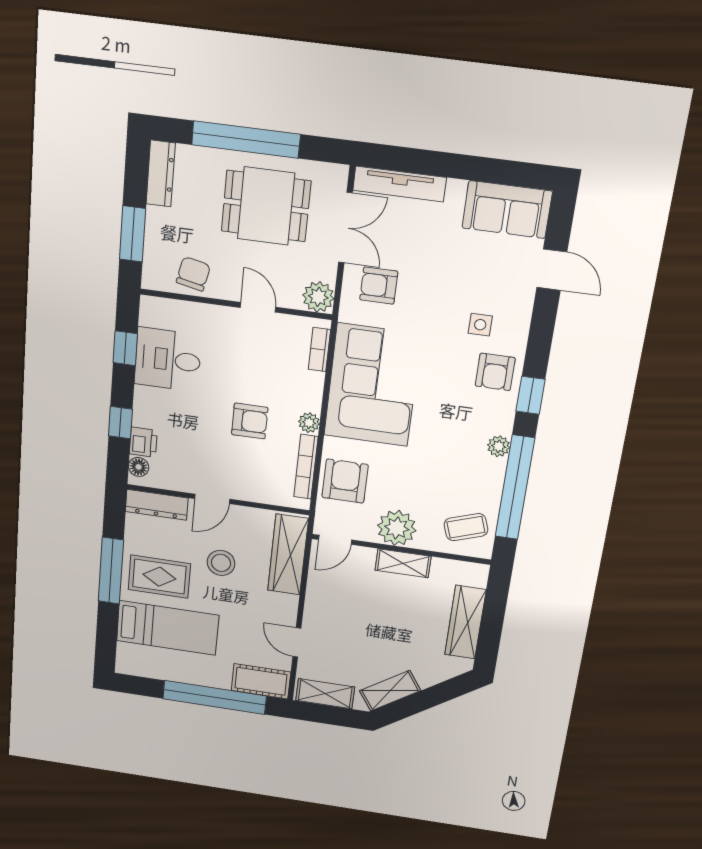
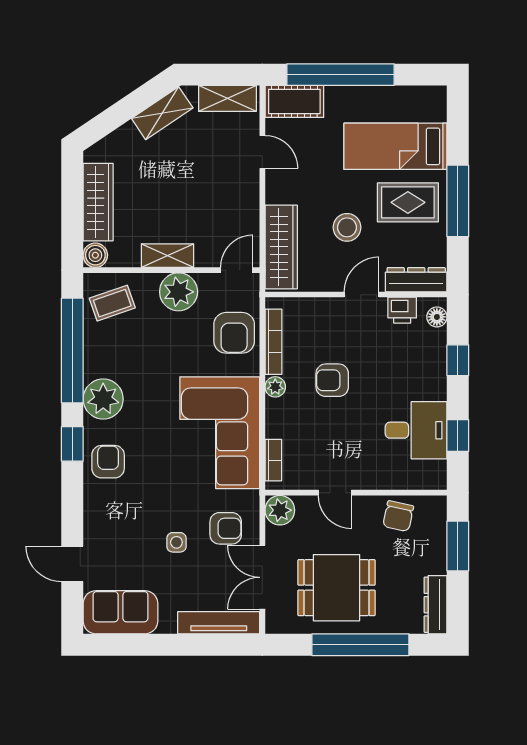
side table: (480, 325) -> (176, 542), moved
printer: (143, 442) -> (402, 310), moved, turned -90
plant: (499, 446) -> (103, 399), width x1.88, depth x1.88
boiler: (476, 574) -> (95, 255), added

